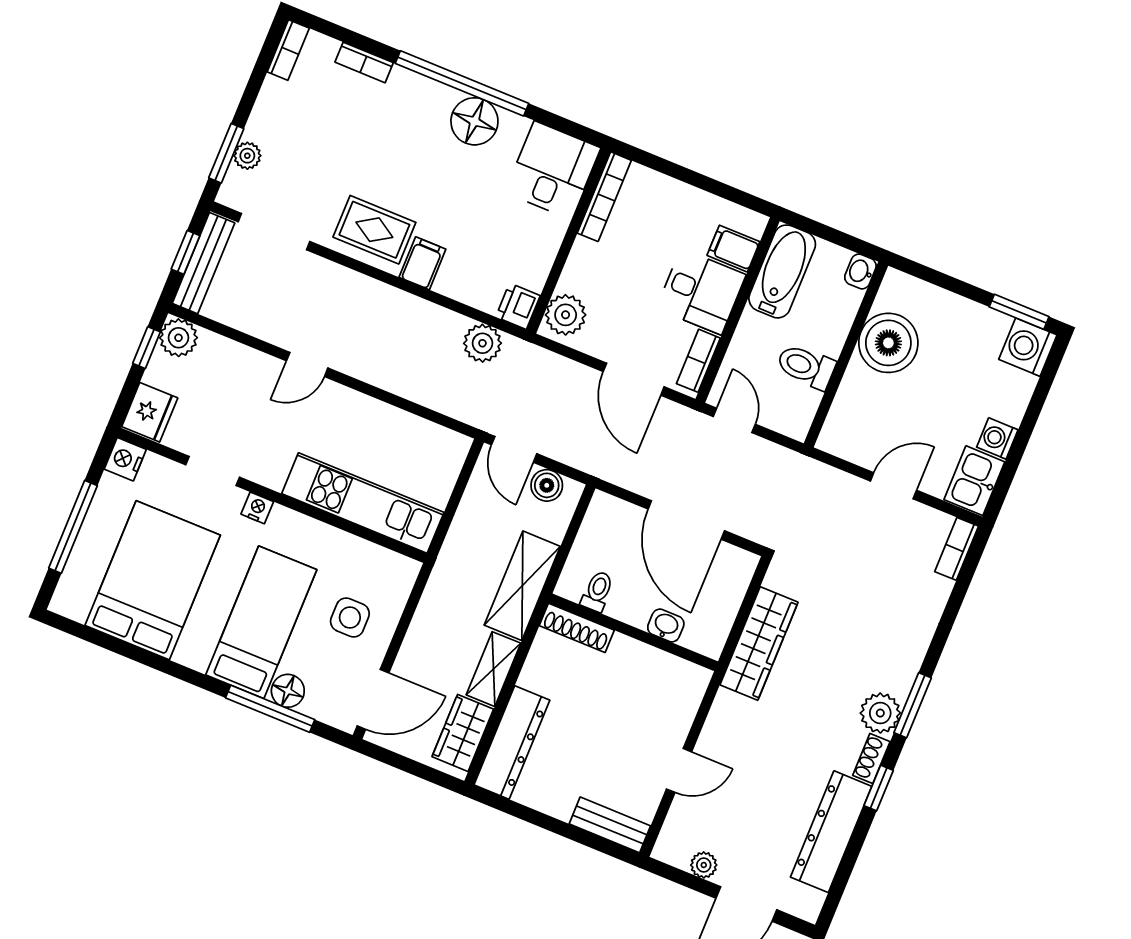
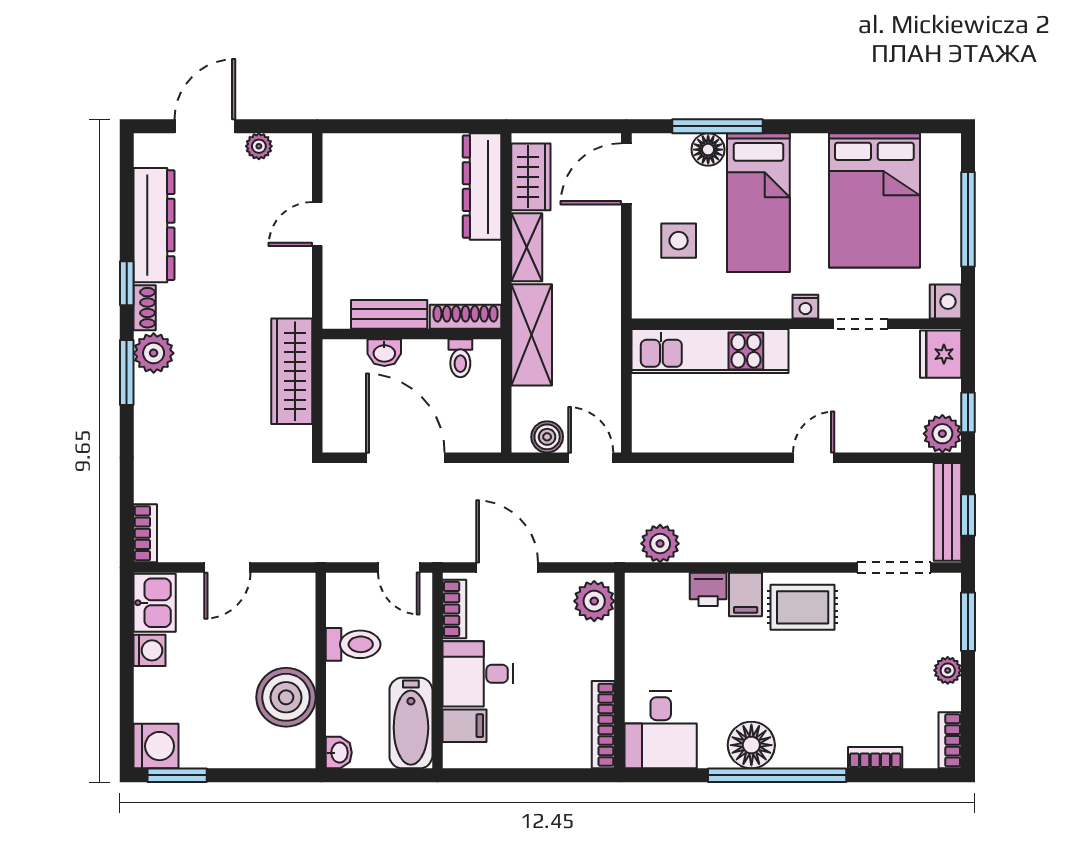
plant: (247, 156) -> (948, 670), moved
printer: (518, 306) -> (708, 589), moved, turned 90
bench: (610, 825) -> (389, 314), moved

